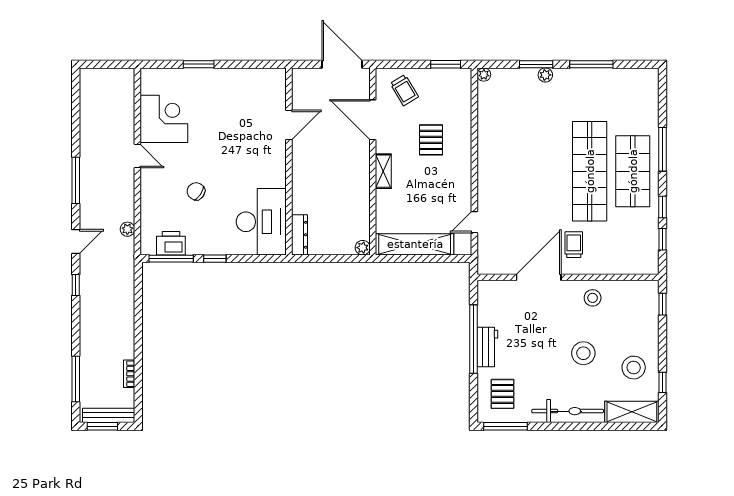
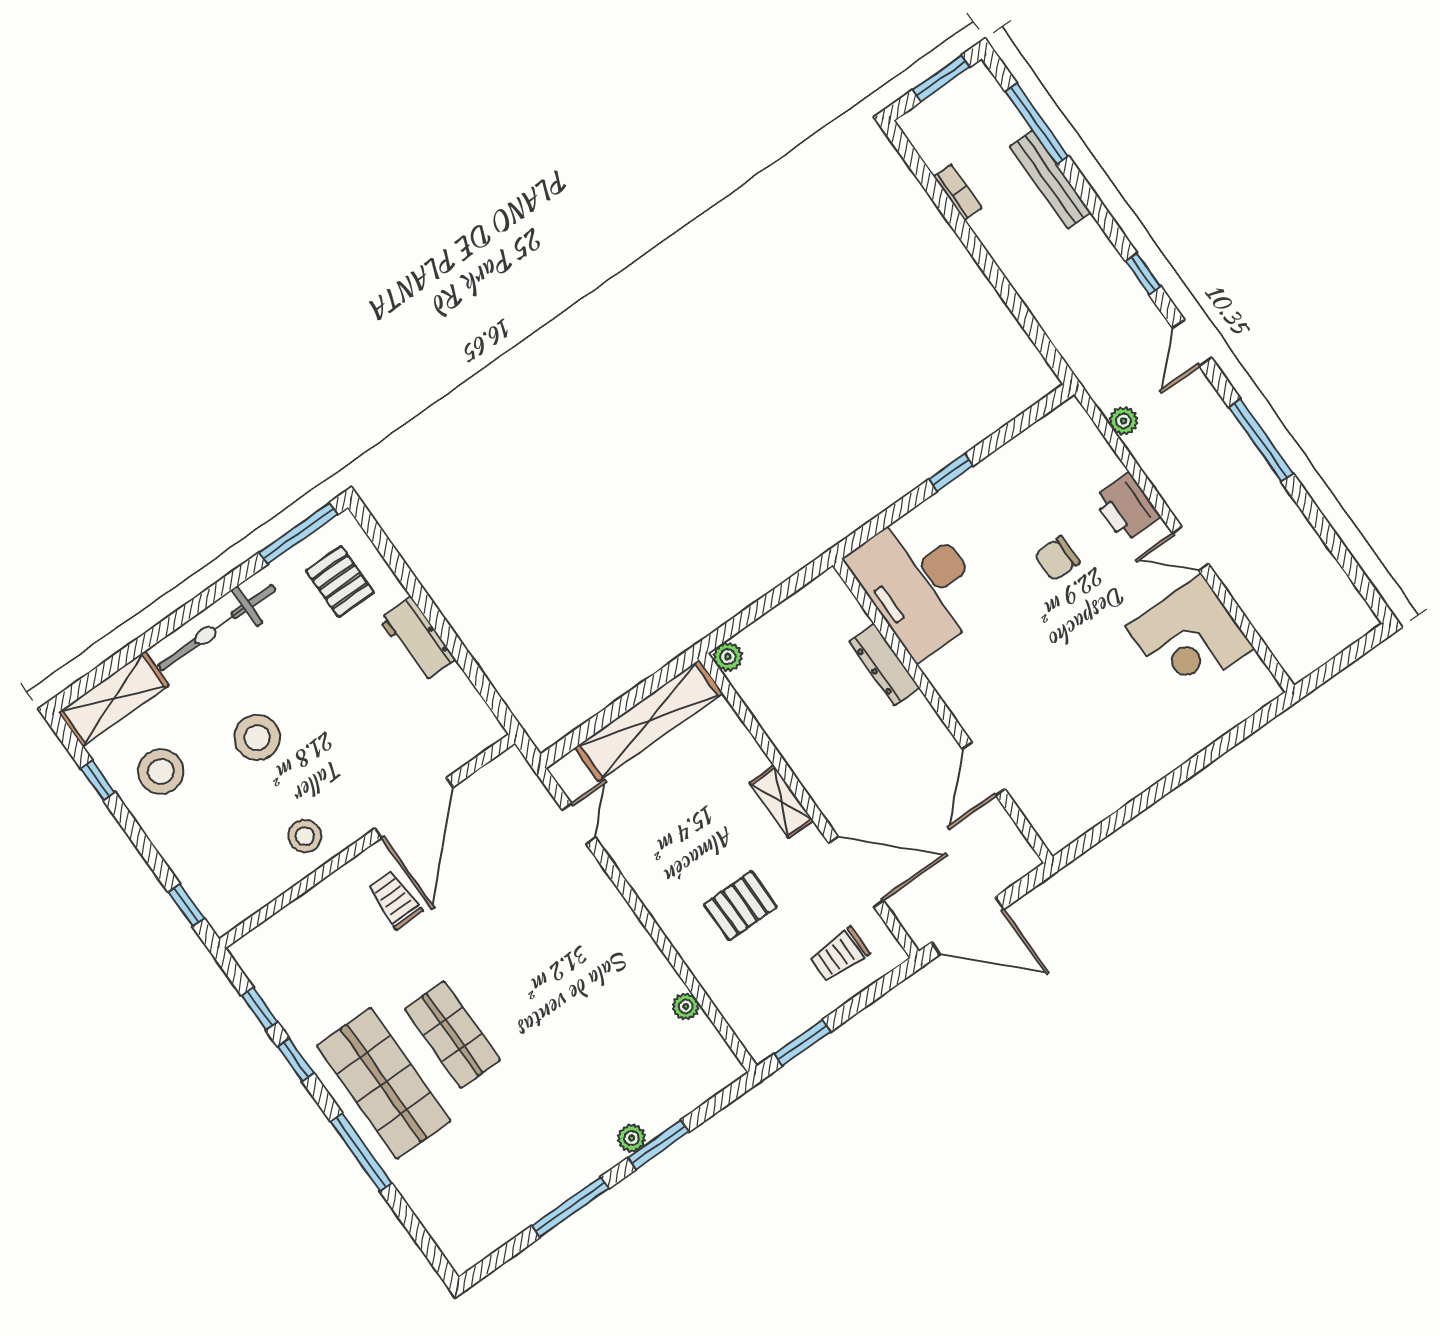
window: (199, 64) -> (1196, 764), removed
plant: (484, 75) -> (686, 1006), moved
trolley: (404, 90) -> (839, 955), turned -59
pallet: (431, 140) -> (740, 906), turned 90
shop shelf: (590, 171) -> (452, 1035), width x0.50, depth x0.74
chair: (196, 191) -> (1057, 558), turned 146
dresser: (300, 235) -> (884, 664), moved
printer: (171, 243) -> (1127, 507), moved, turned 90
trolley: (574, 245) -> (395, 900), turned 180
window: (171, 259) -> (1021, 423), removed
window: (473, 339) -> (448, 636), removed
bench: (109, 415) -> (1050, 179), moved, turned 90

